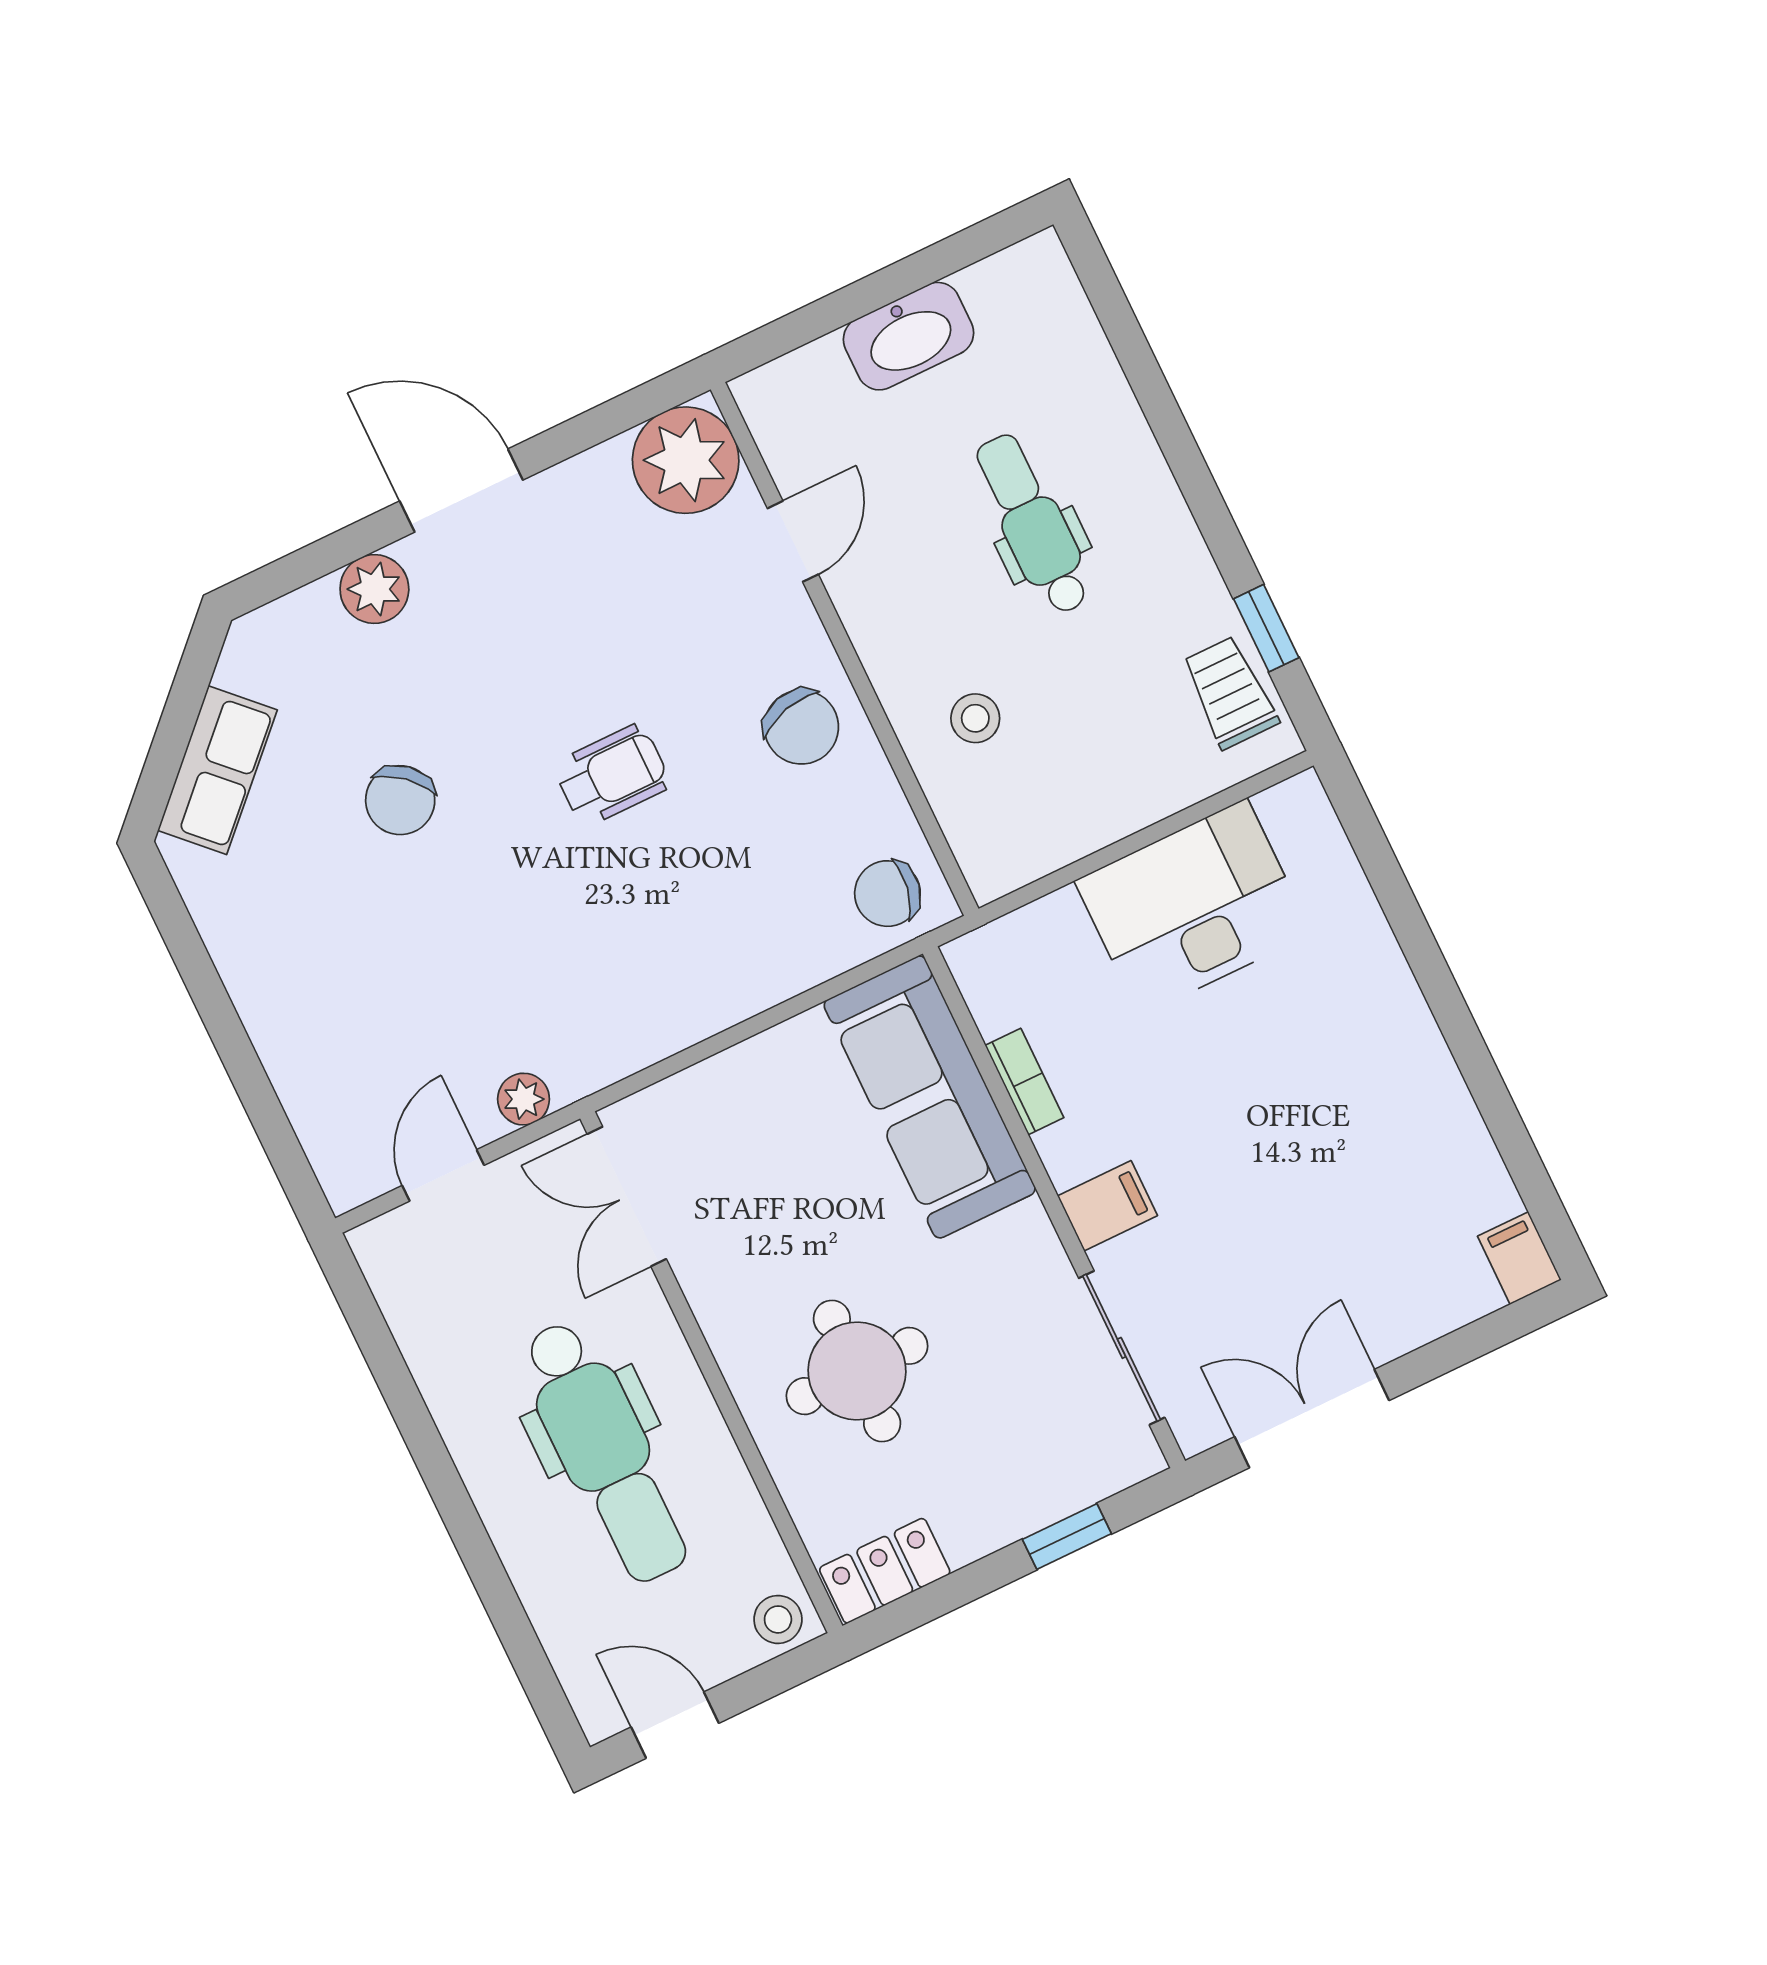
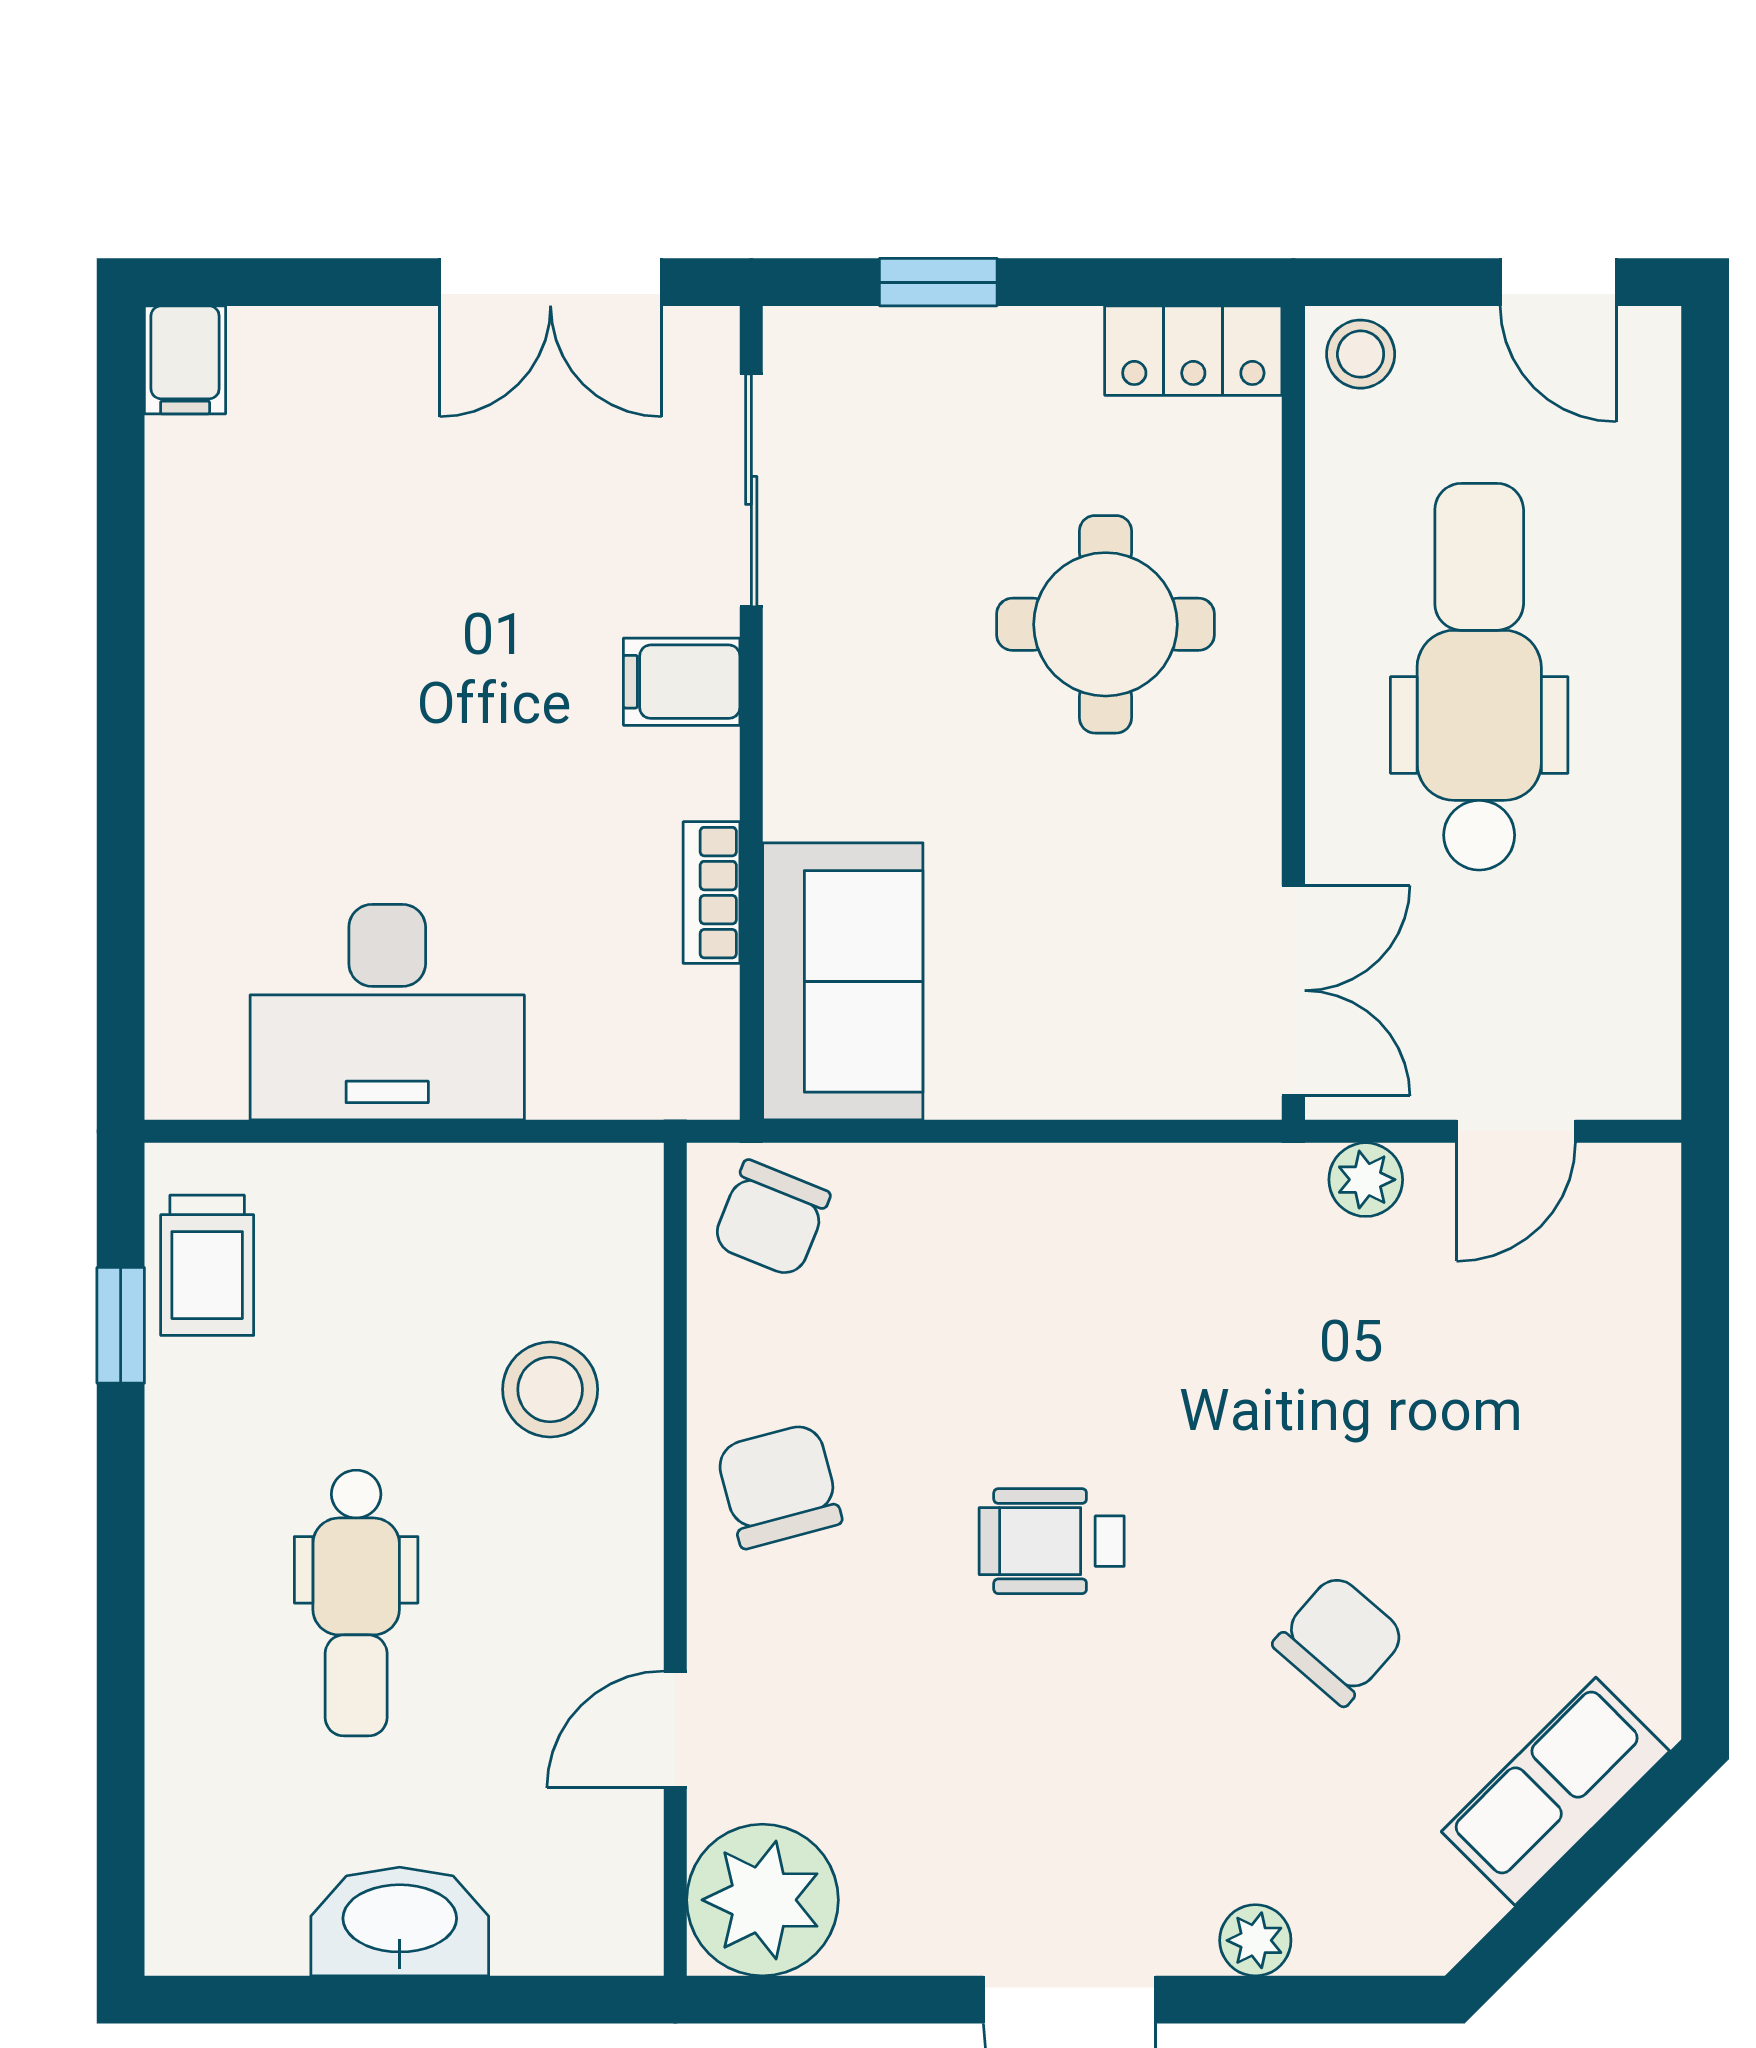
plant: (374, 589) -> (1255, 1940), width x0.73, depth x0.73
stool: (975, 718) -> (550, 1389), width x1.37, depth x1.37
chair: (887, 894) -> (771, 1219), turned 102
sofa: (930, 1097) -> (843, 981), width x0.73

